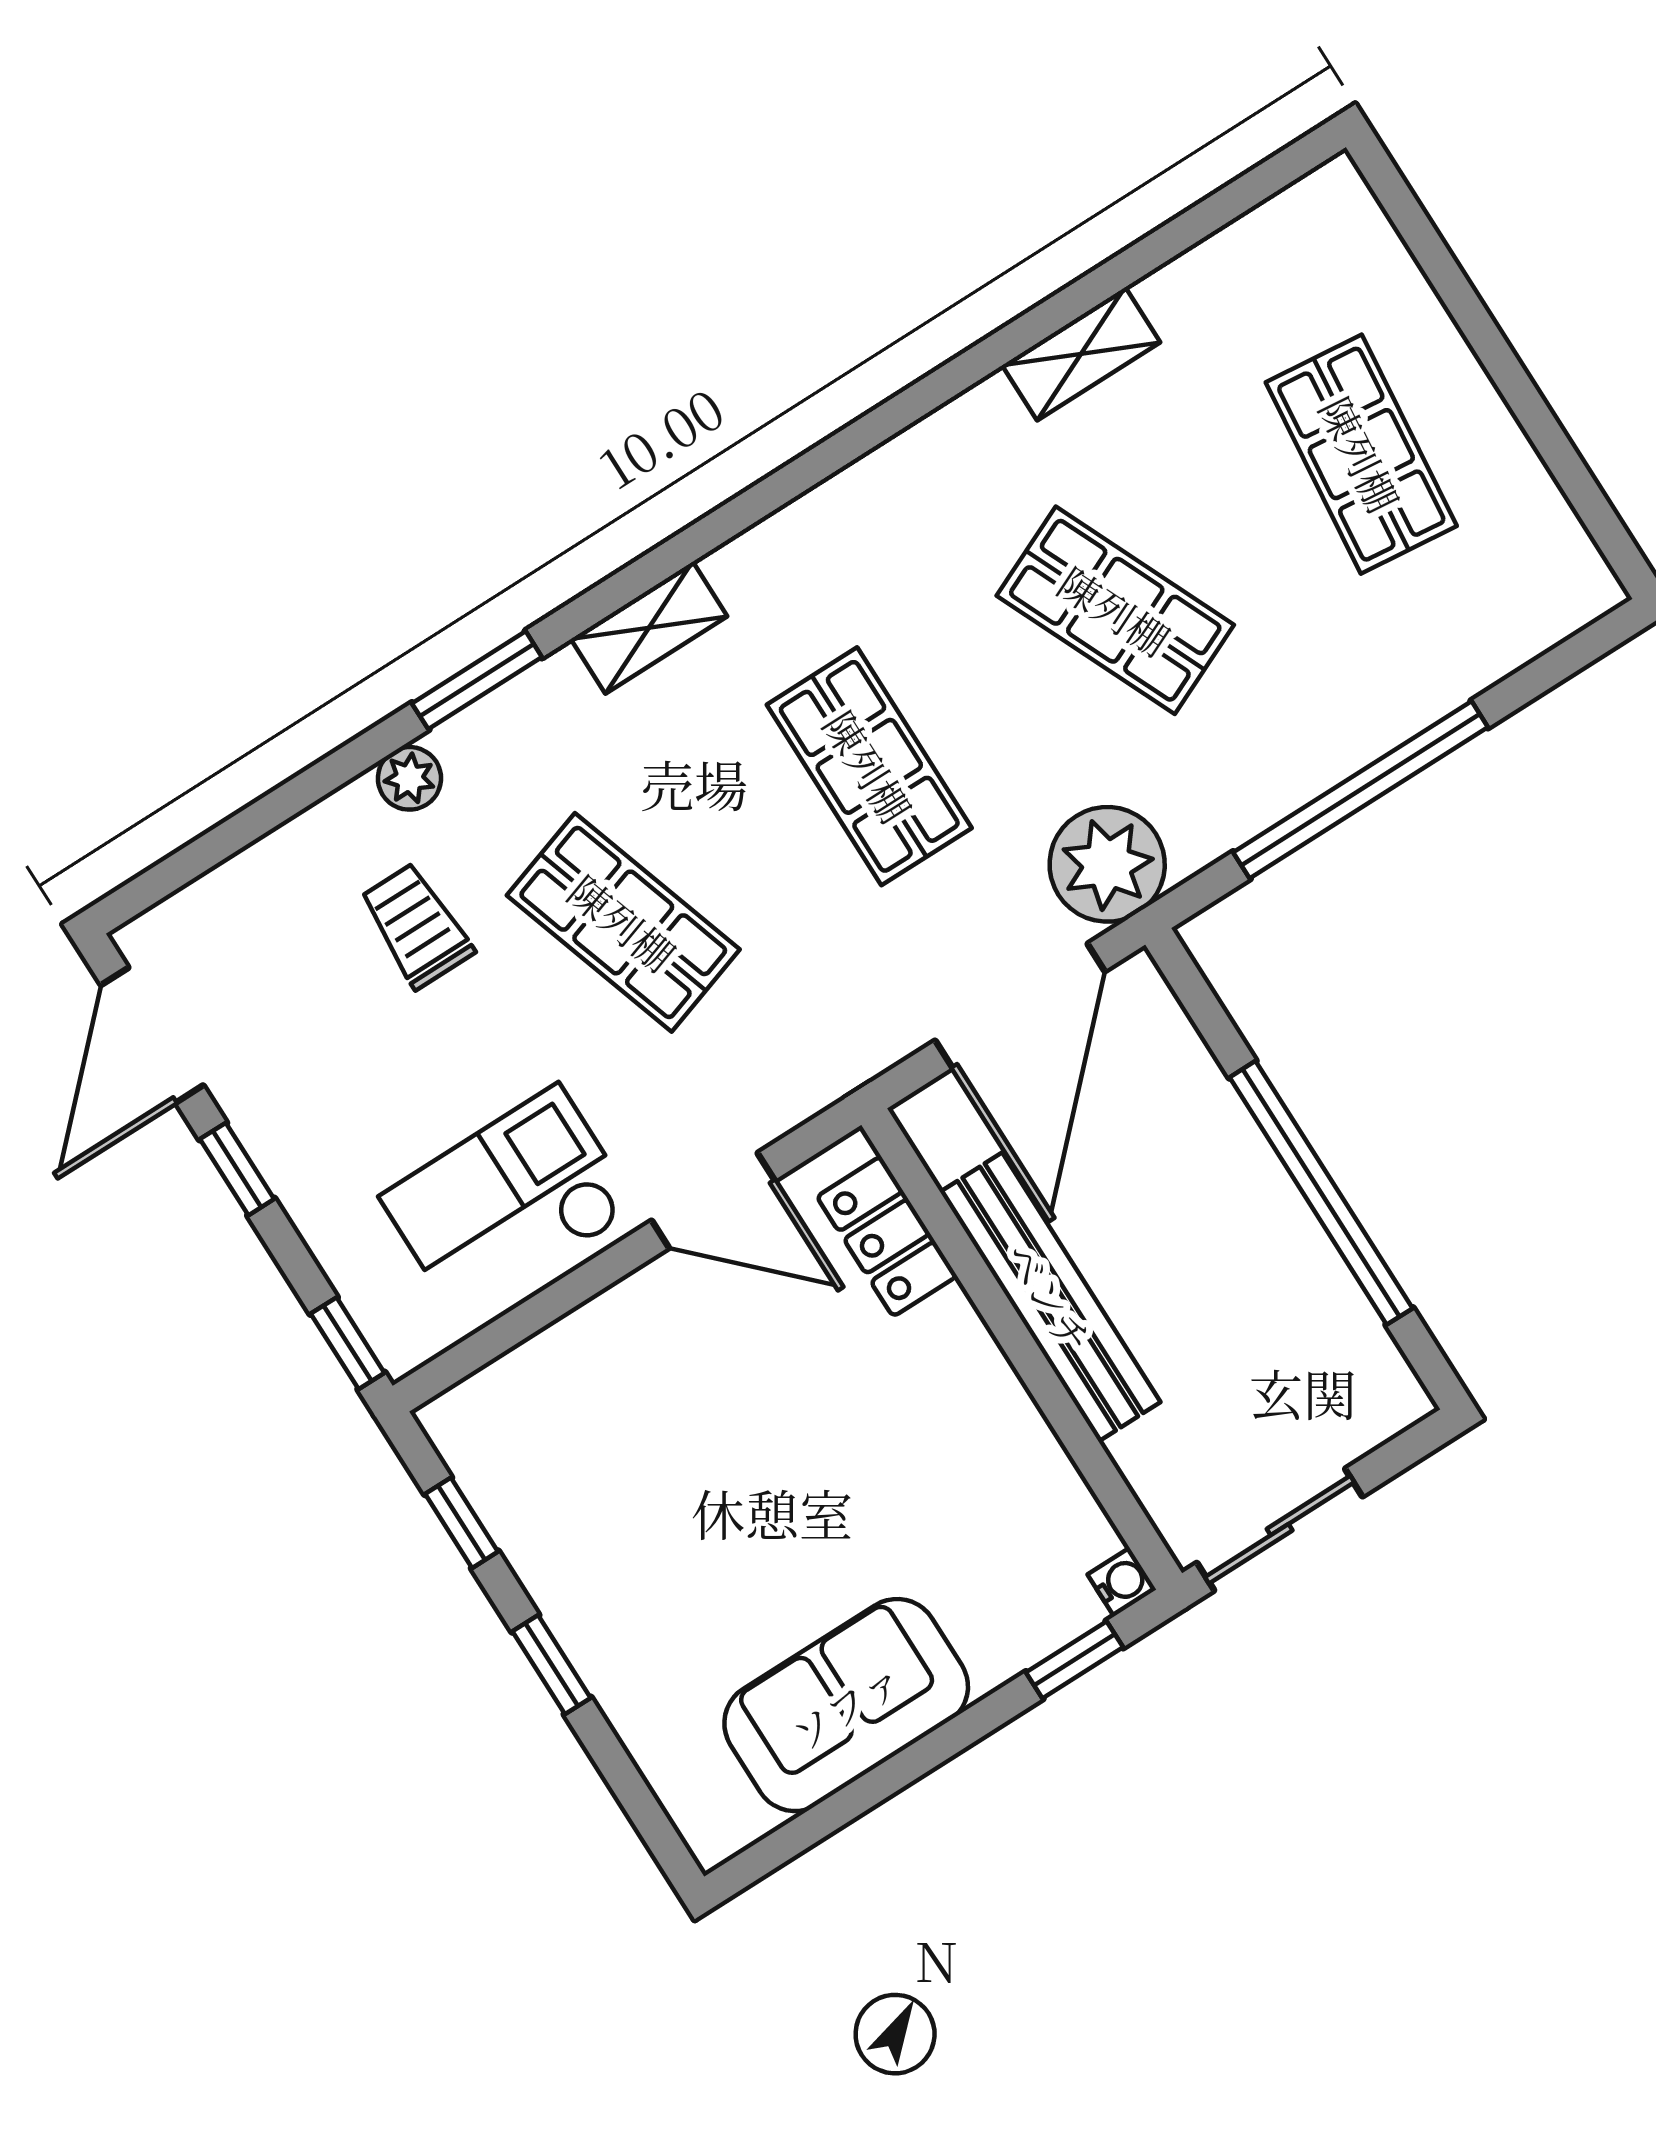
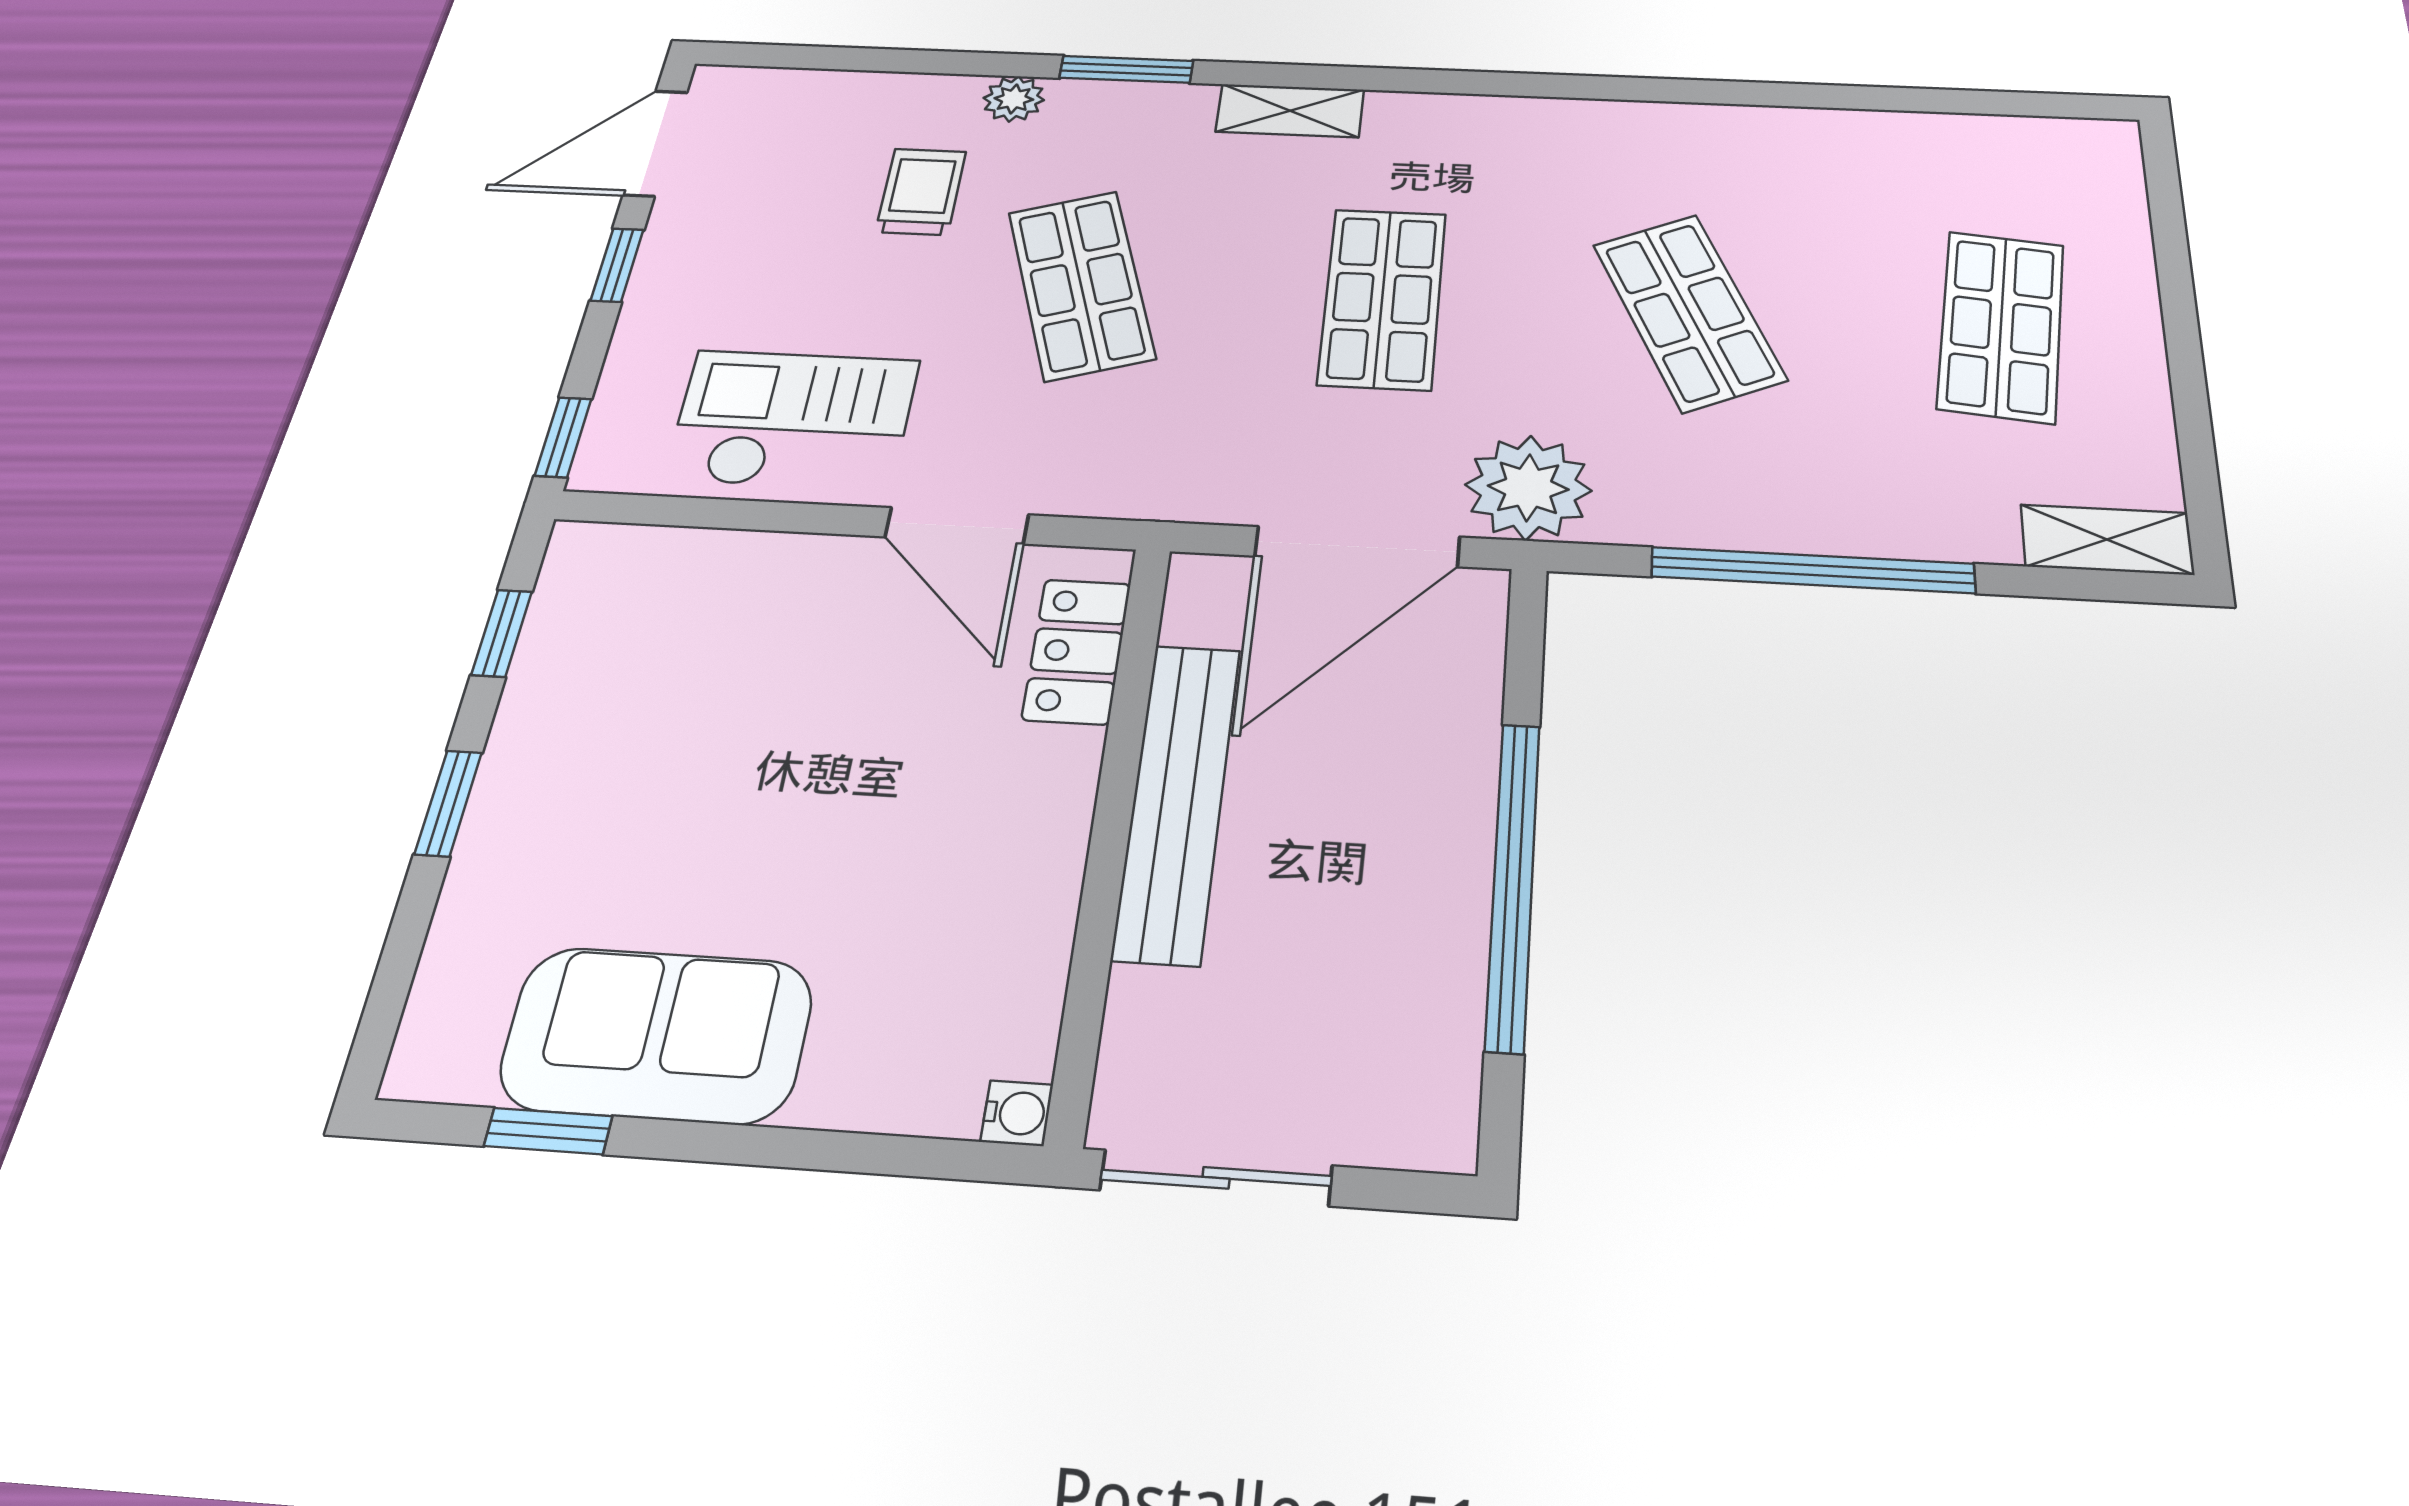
shelving: (1081, 354) -> (2107, 540), moved
window: (1074, 1660) -> (548, 1131), moved

